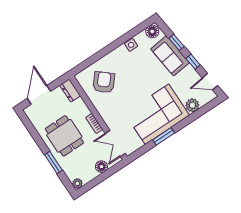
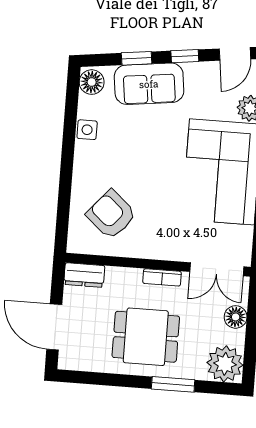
plant: (77, 184) -> (225, 364), width x1.87, depth x1.87

